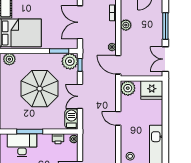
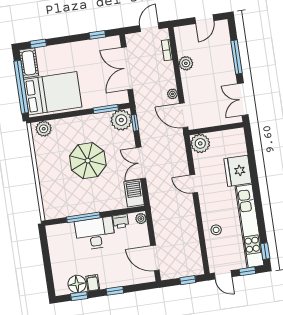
parasol: (40, 89) -> (88, 161), width x0.73, depth x0.73
fridge: (152, 90) -> (238, 171), moved, turned 90
desk: (22, 145) -> (95, 233), moved

